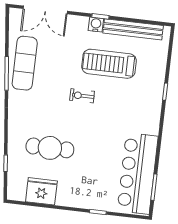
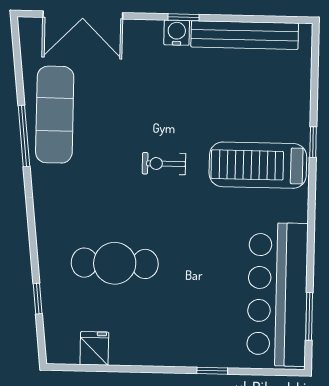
treadmill: (109, 64) -> (258, 165), moved
fridge: (41, 191) -> (94, 348), width x0.53, depth x0.75

